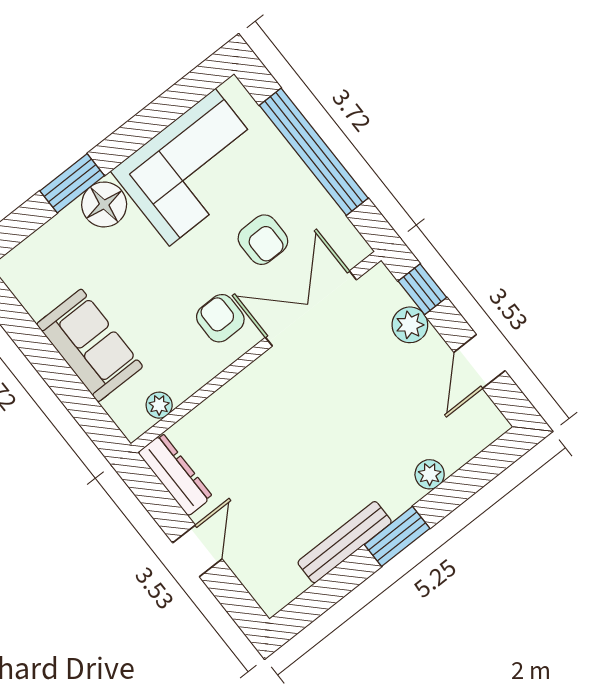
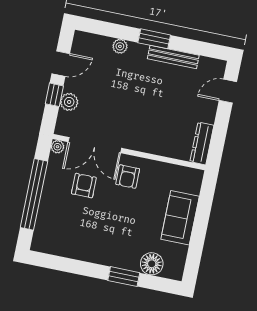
corner sofa: (192, 167) -> (79, 236), removed
floor lamp: (104, 204) -> (152, 264), moved
window: (422, 289) -> (54, 95), moved
plant: (159, 405) -> (57, 147), moved
door: (197, 551) -> (228, 91), moved

